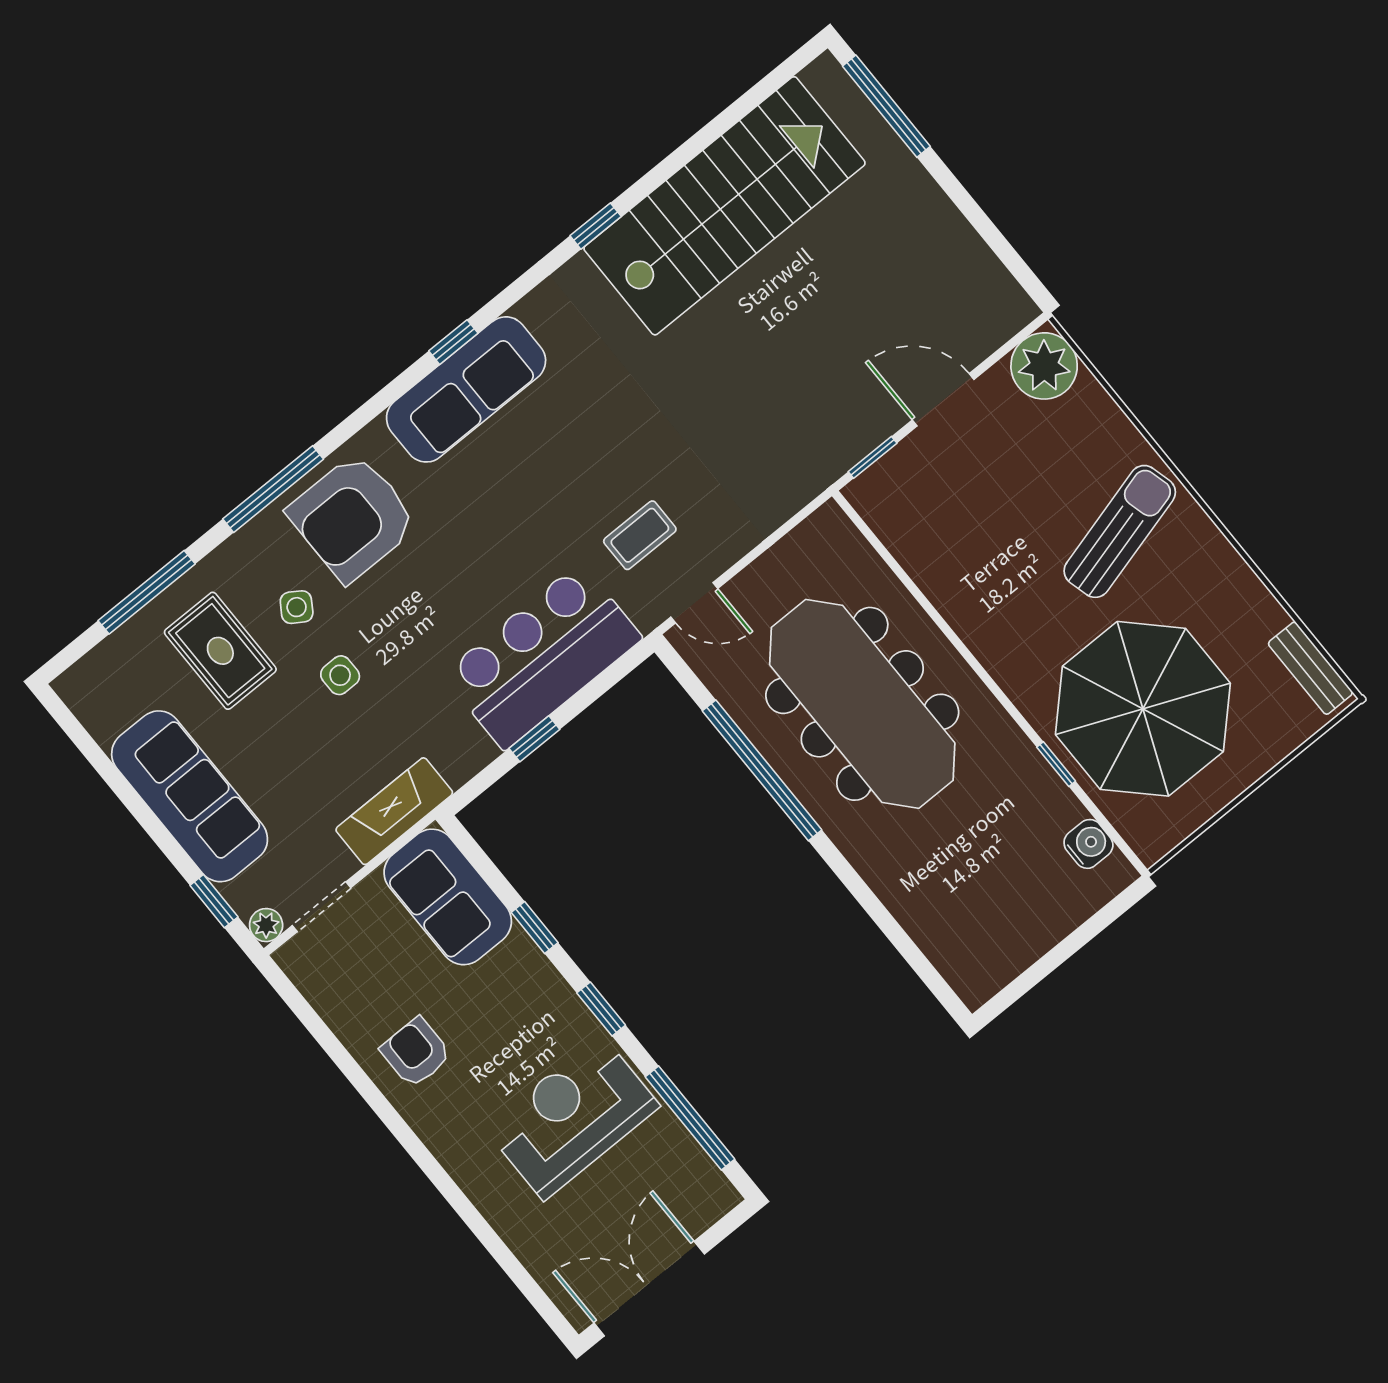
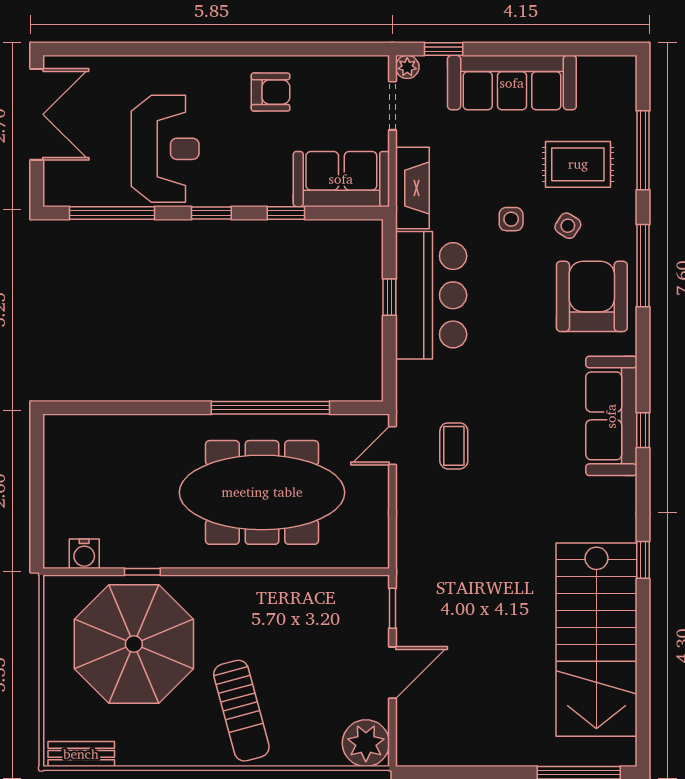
bar counter: (542, 656) -> (431, 295), moved

